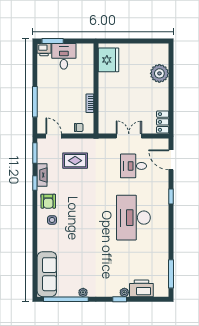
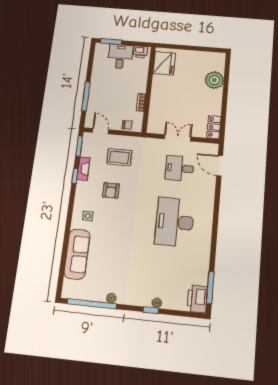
printer: (44, 50) -> (140, 52), moved
window: (171, 197) -> (217, 204), removed
armchair: (48, 201) -> (111, 190), moved
sofa: (47, 274) -> (77, 254), moved
printer: (141, 288) -> (197, 299), moved, turned -90

